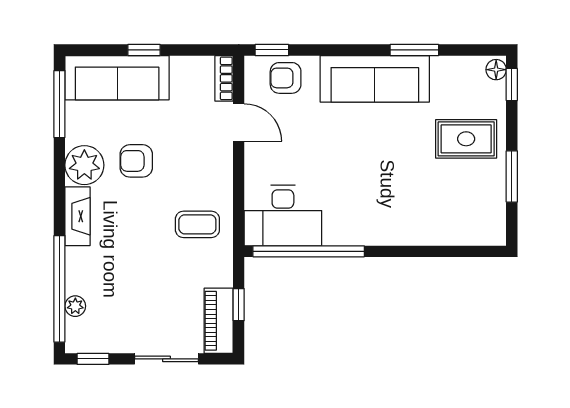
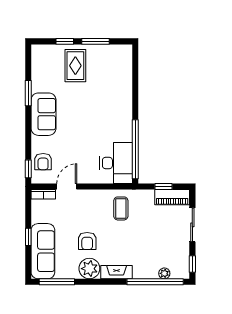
floor lamp: (496, 70) -> (39, 50), removed
sofa: (375, 79) -> (43, 114), width x0.73
window: (512, 84) -> (65, 41), moved

